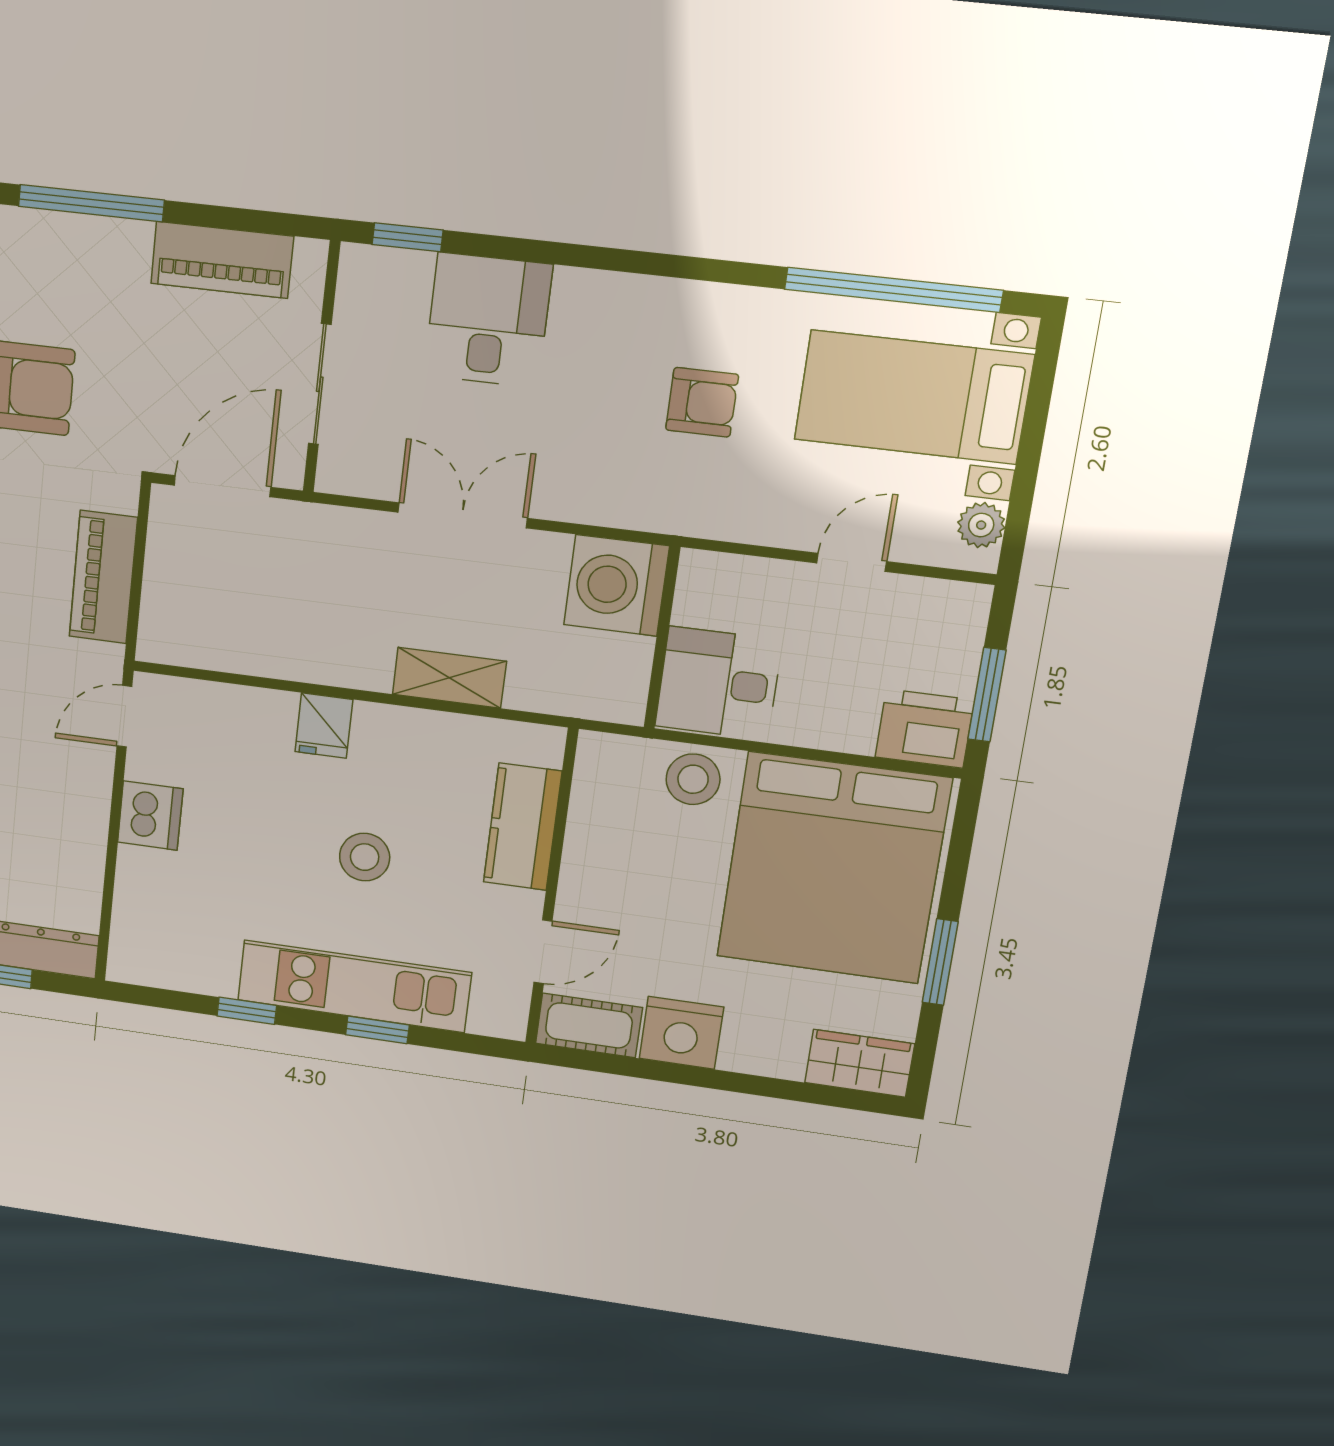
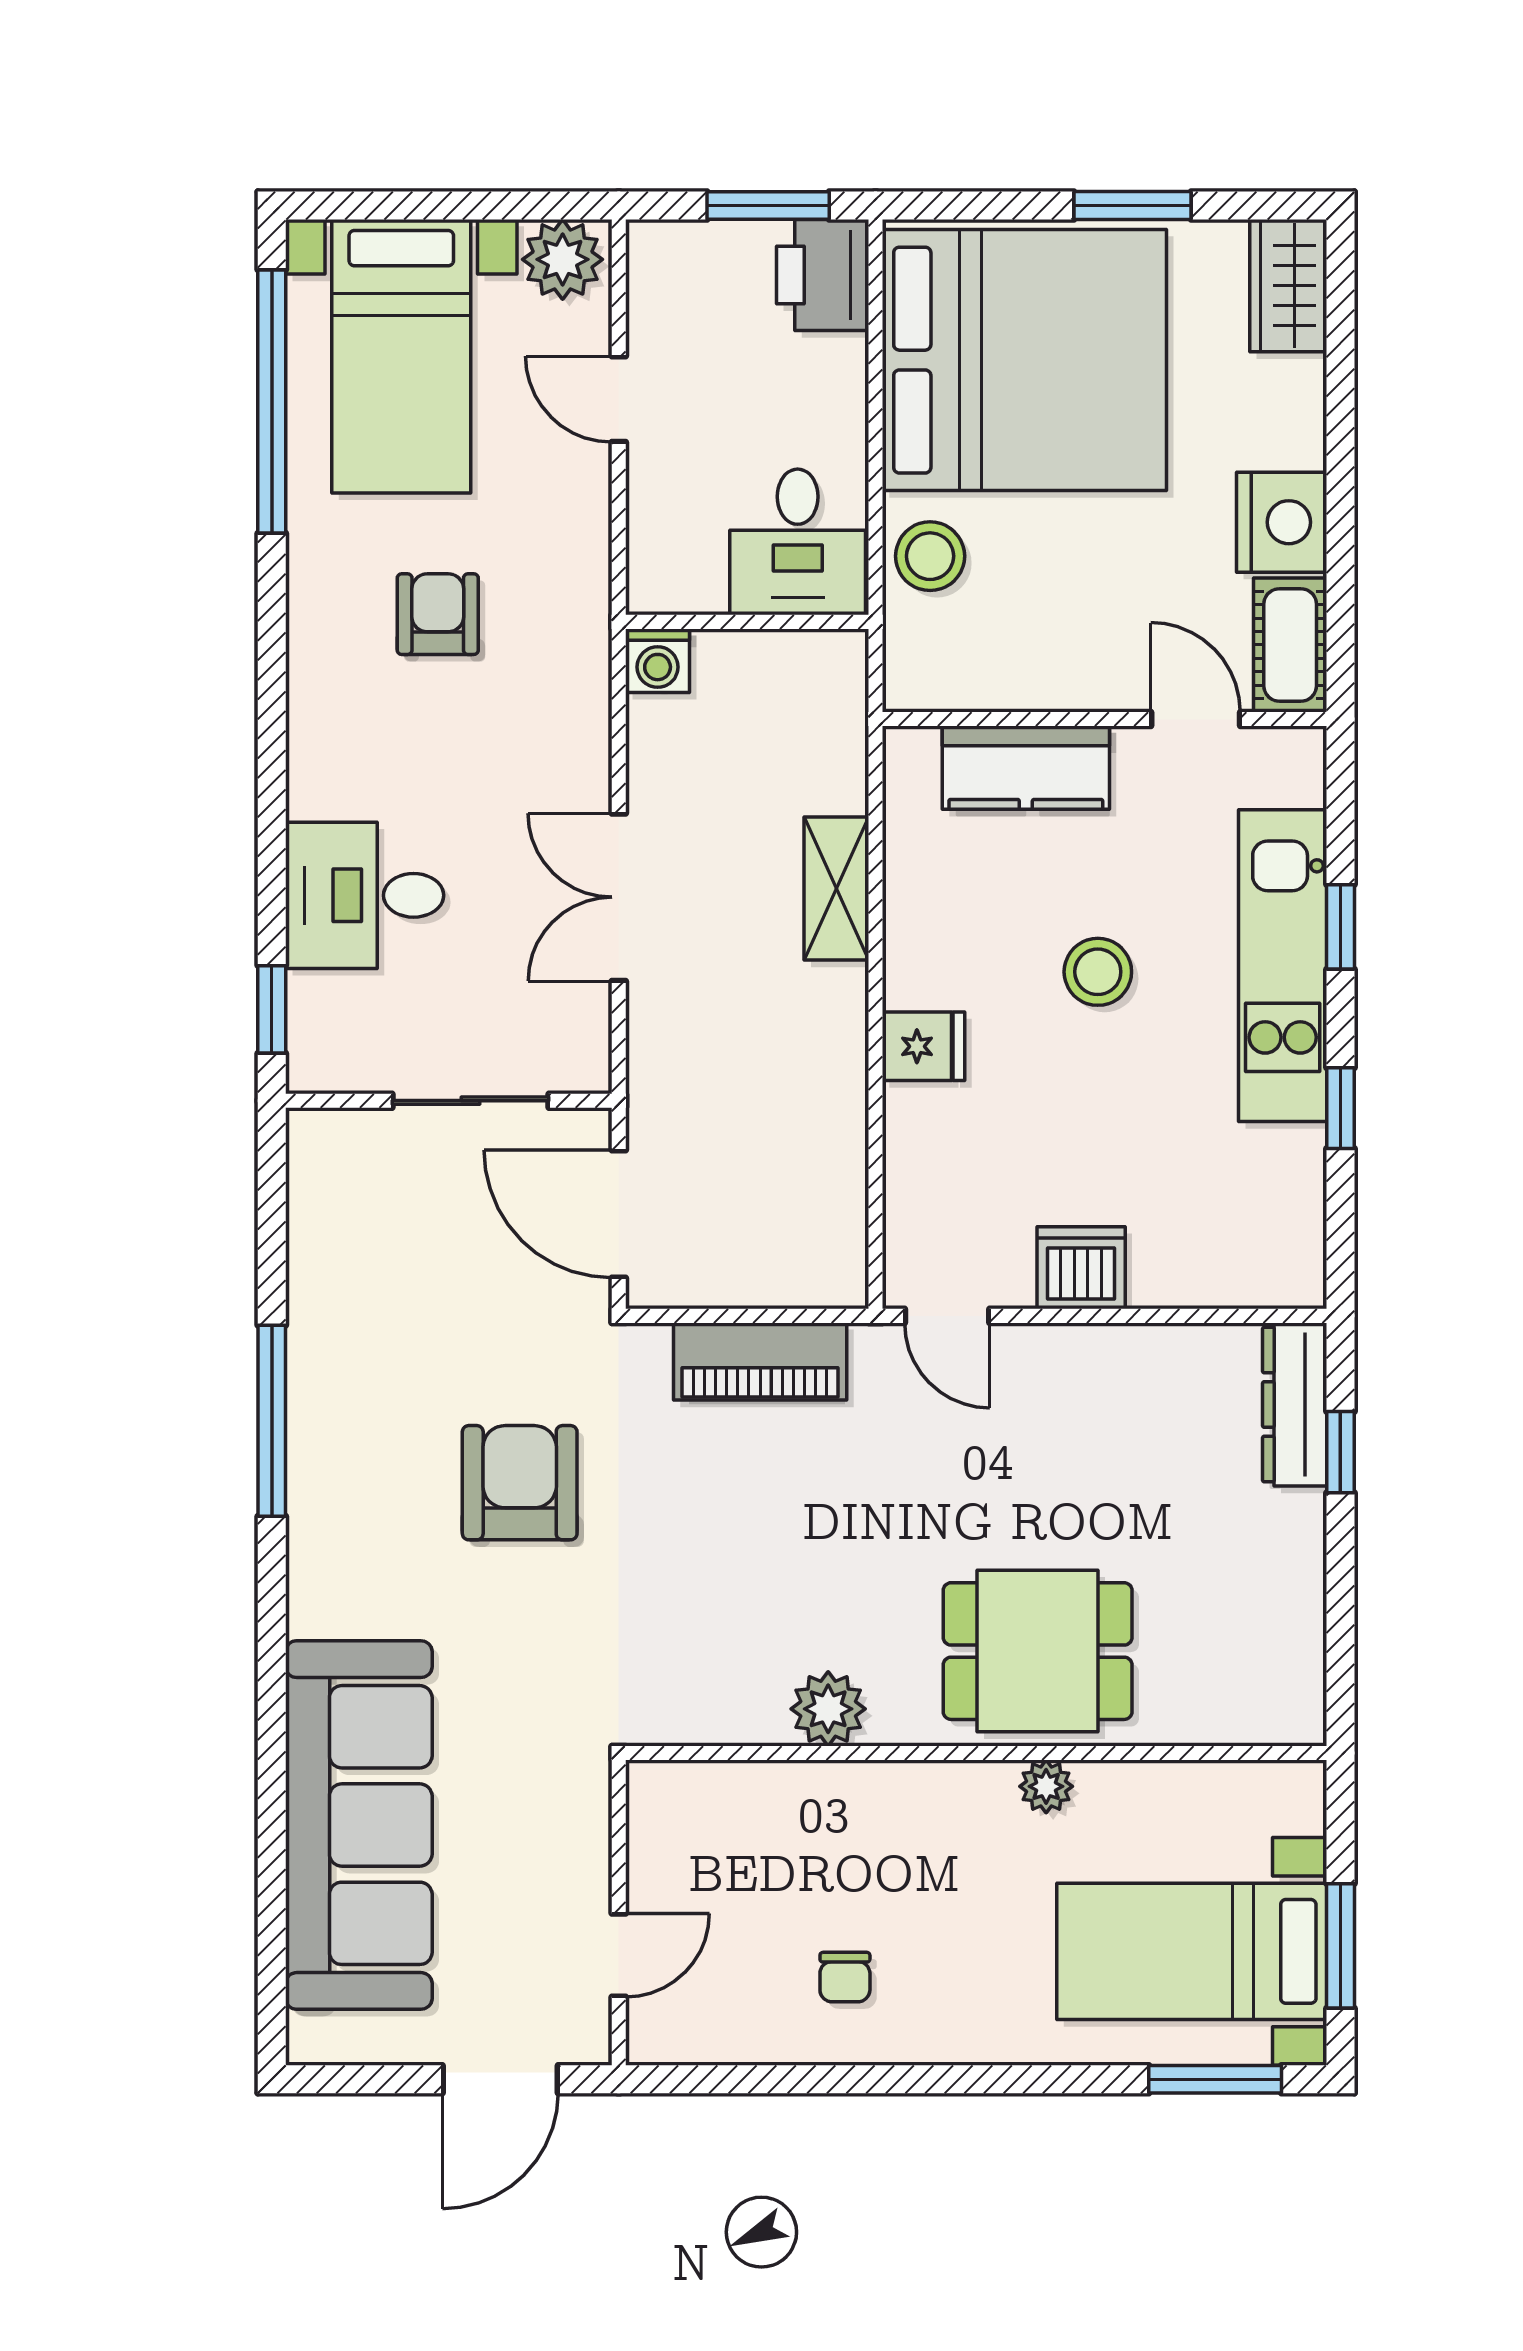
piano: (222, 260) -> (326, 1244), removed
plant: (981, 525) -> (563, 259), width x1.38, depth x1.38
washing machine: (616, 585) -> (658, 661), width x0.53, depth x0.53

